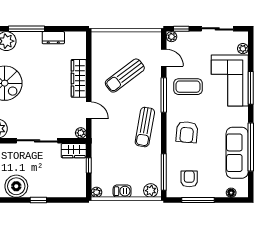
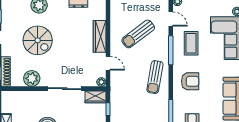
coffee table: (188, 87) -> (191, 43), turned 90
armchair: (187, 132) -> (190, 81), turned -95

